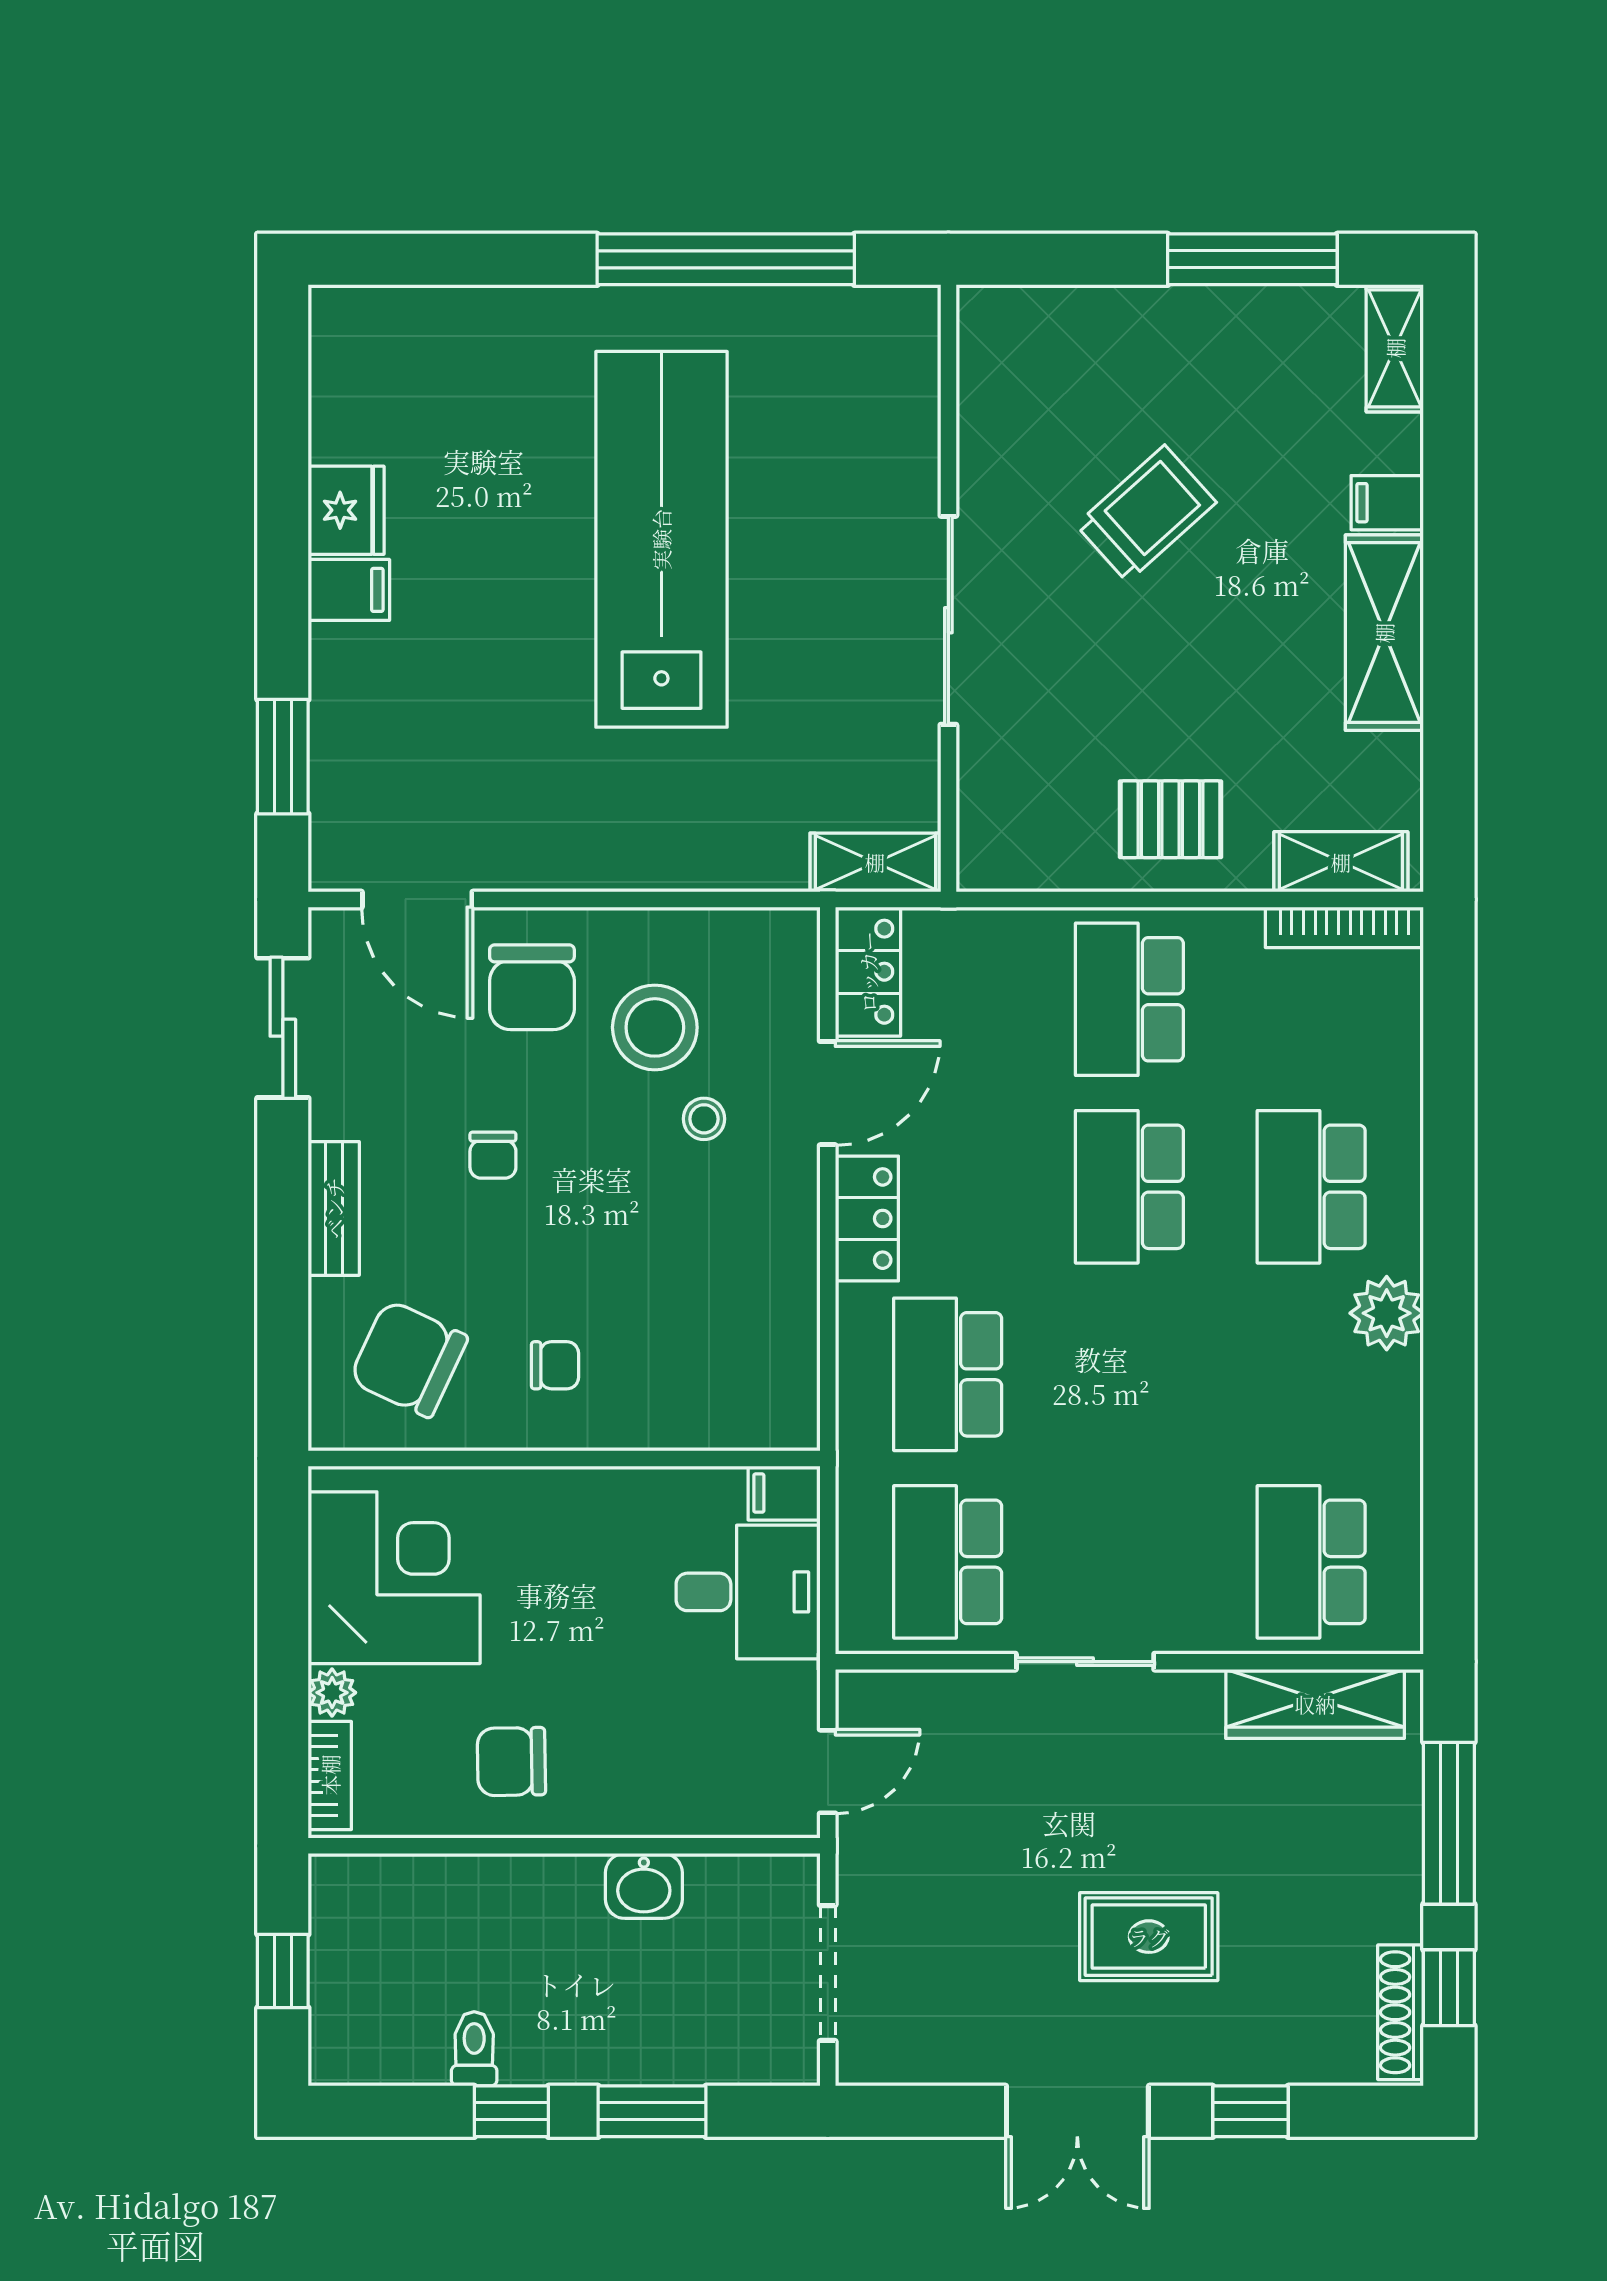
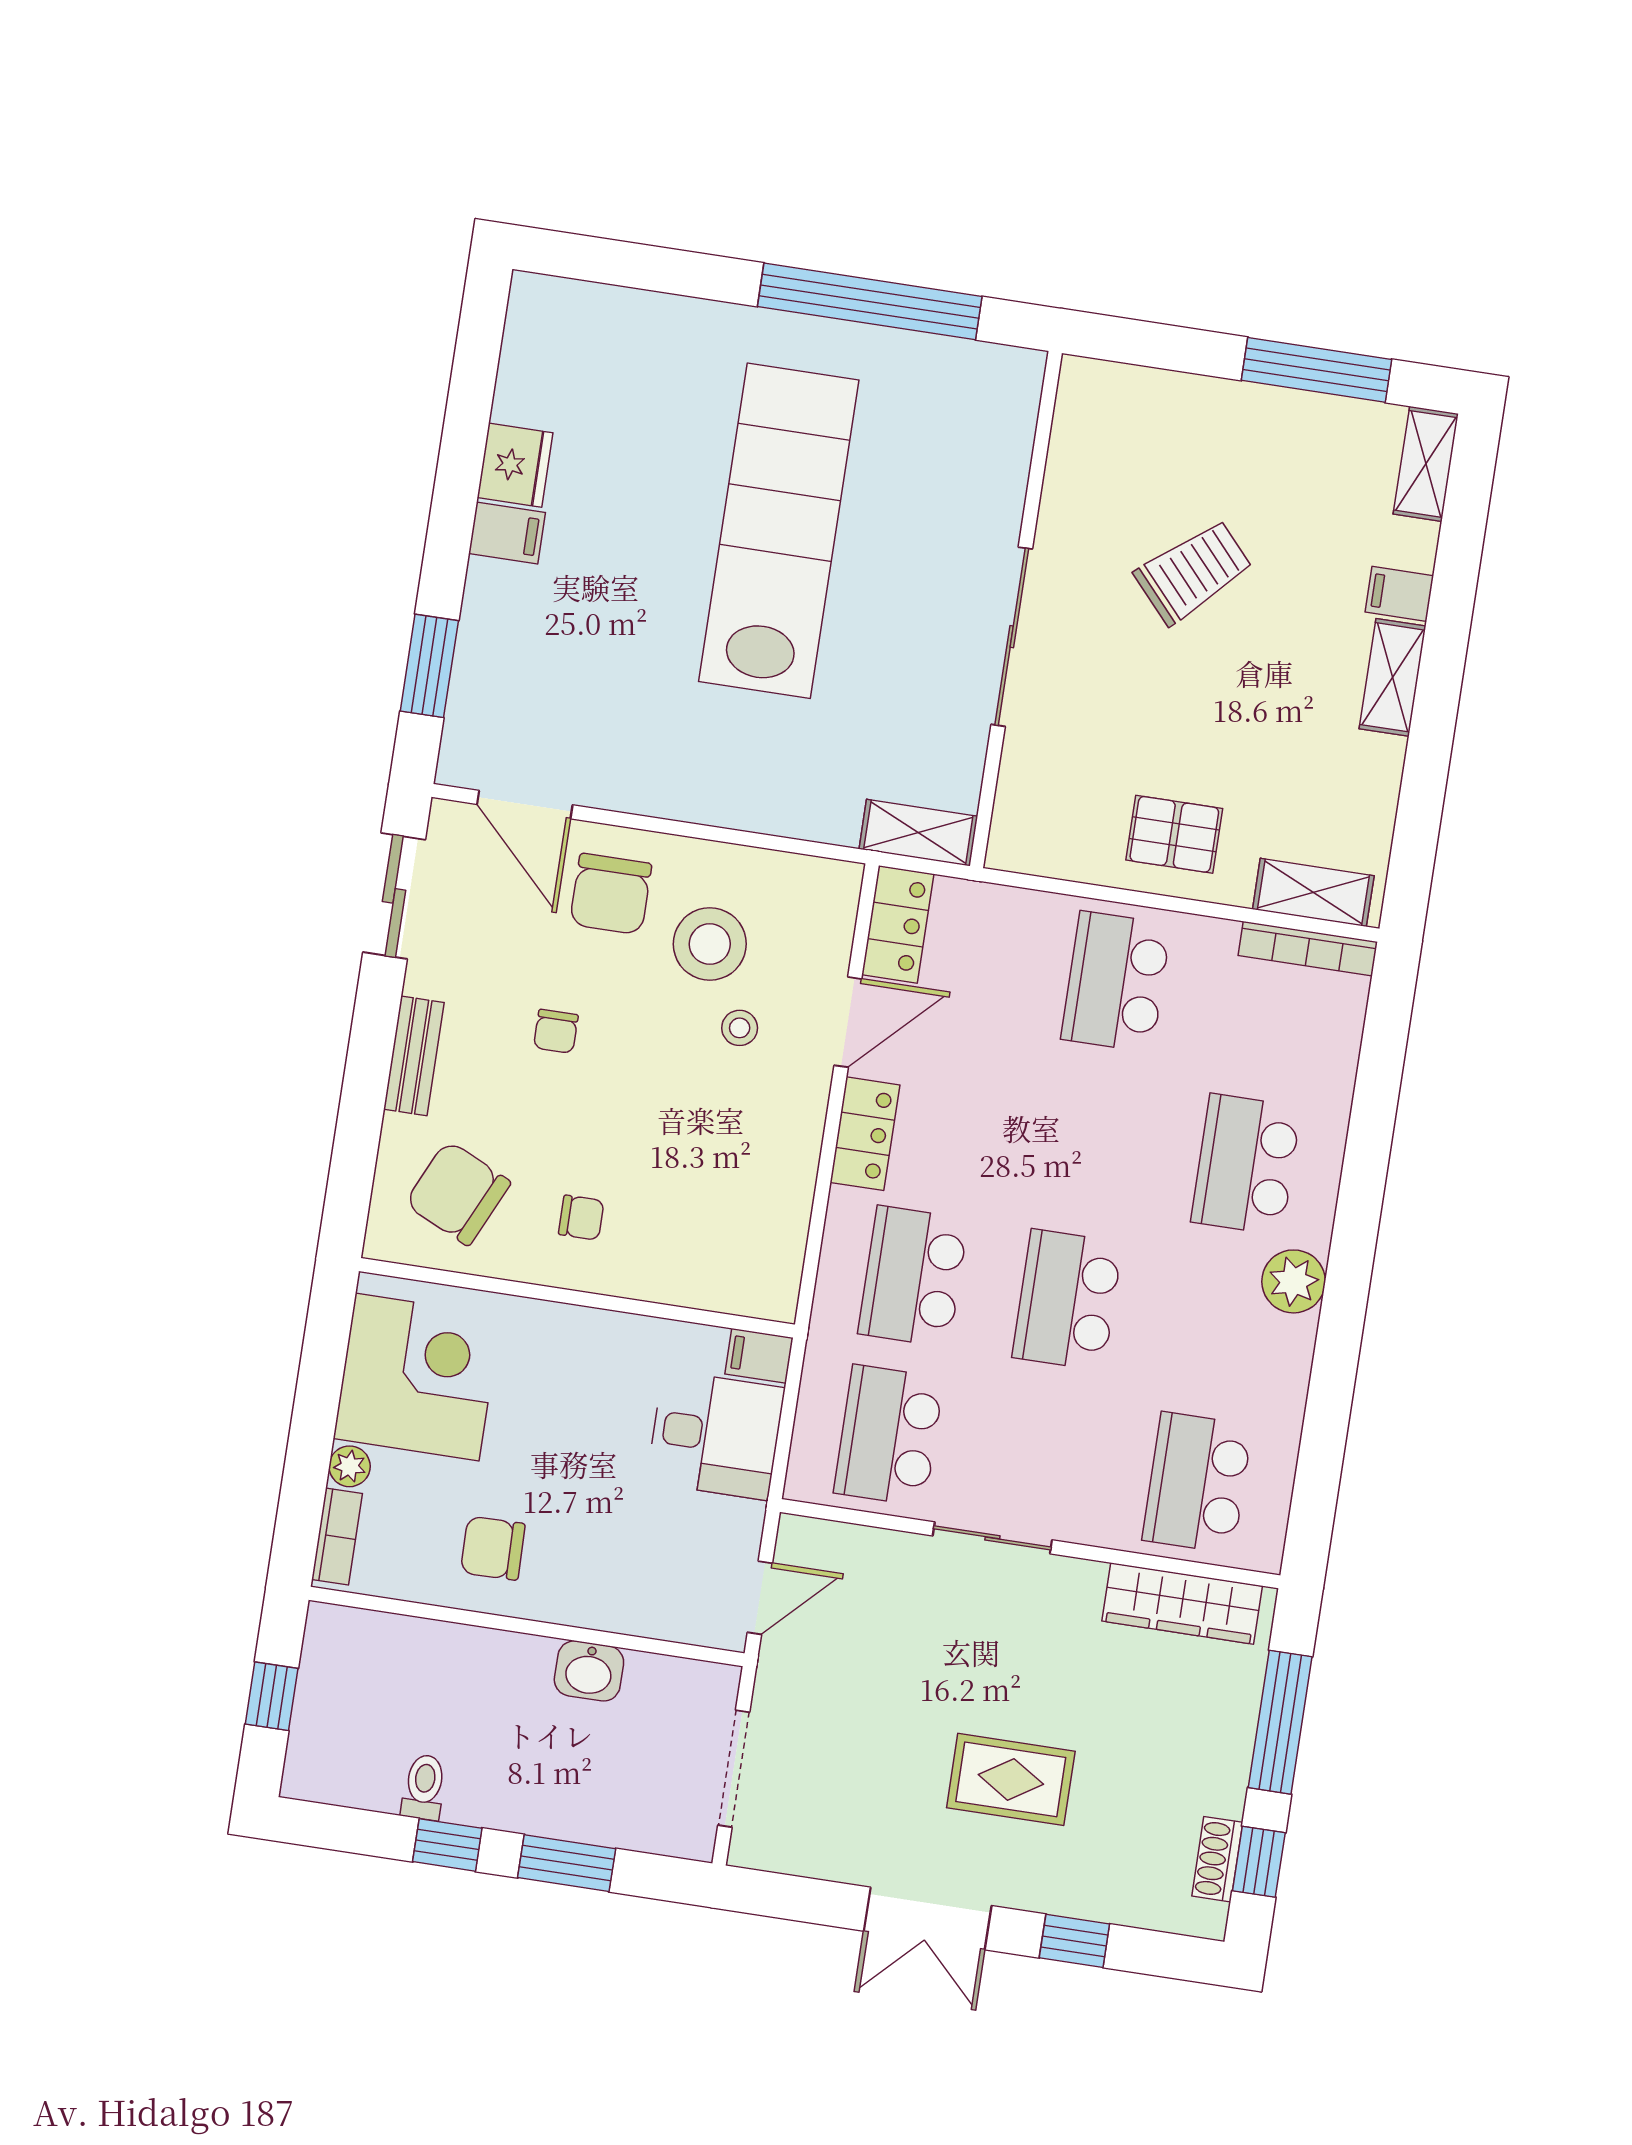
shelving: (1384, 633) -> (1393, 677), width x0.67, depth x0.75
school desk: (1129, 1187) -> (1067, 1300), moved
shoe rack: (1401, 2012) -> (1217, 1859), width x0.70

